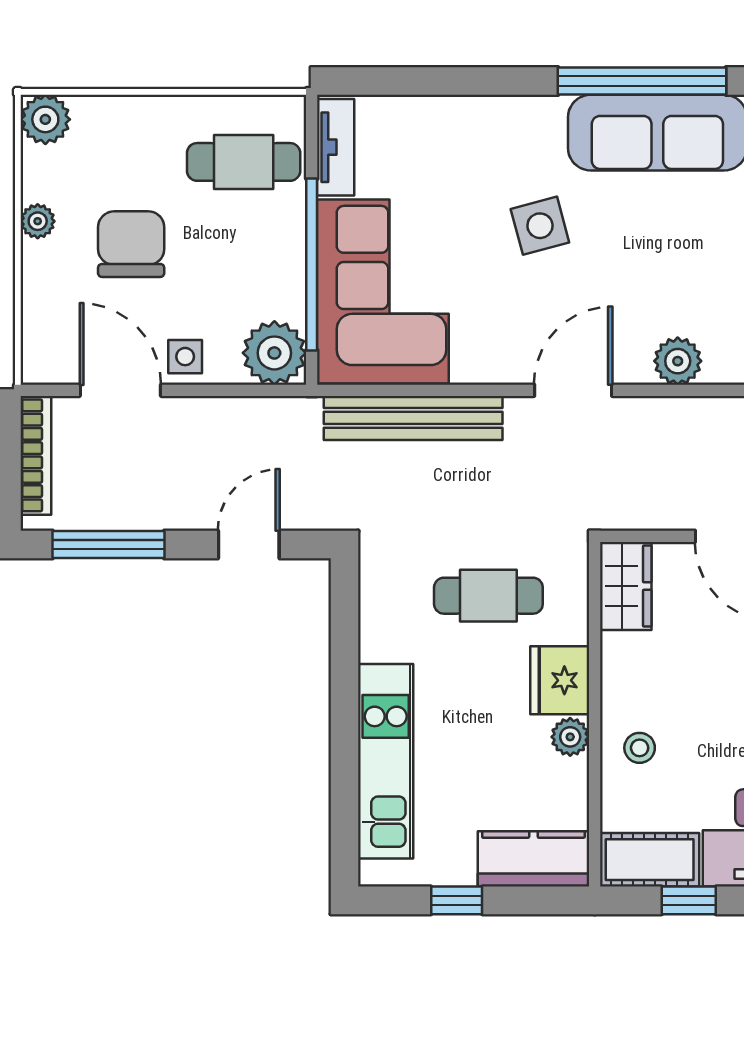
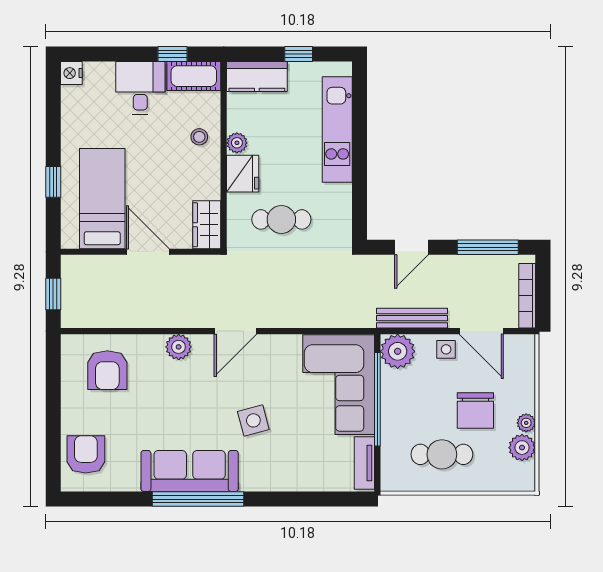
plant: (45, 119) -> (522, 448), moved
cafe table: (244, 162) -> (442, 454), moved
bench: (413, 418) -> (412, 318), moved, width x0.73, depth x0.82

